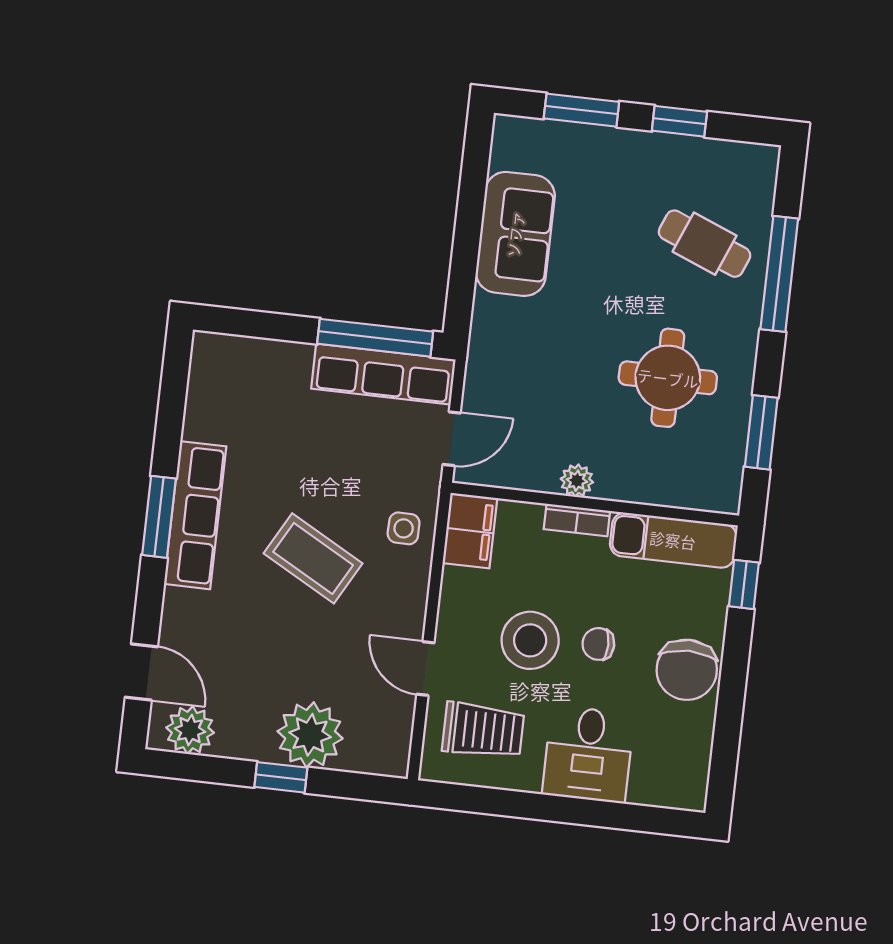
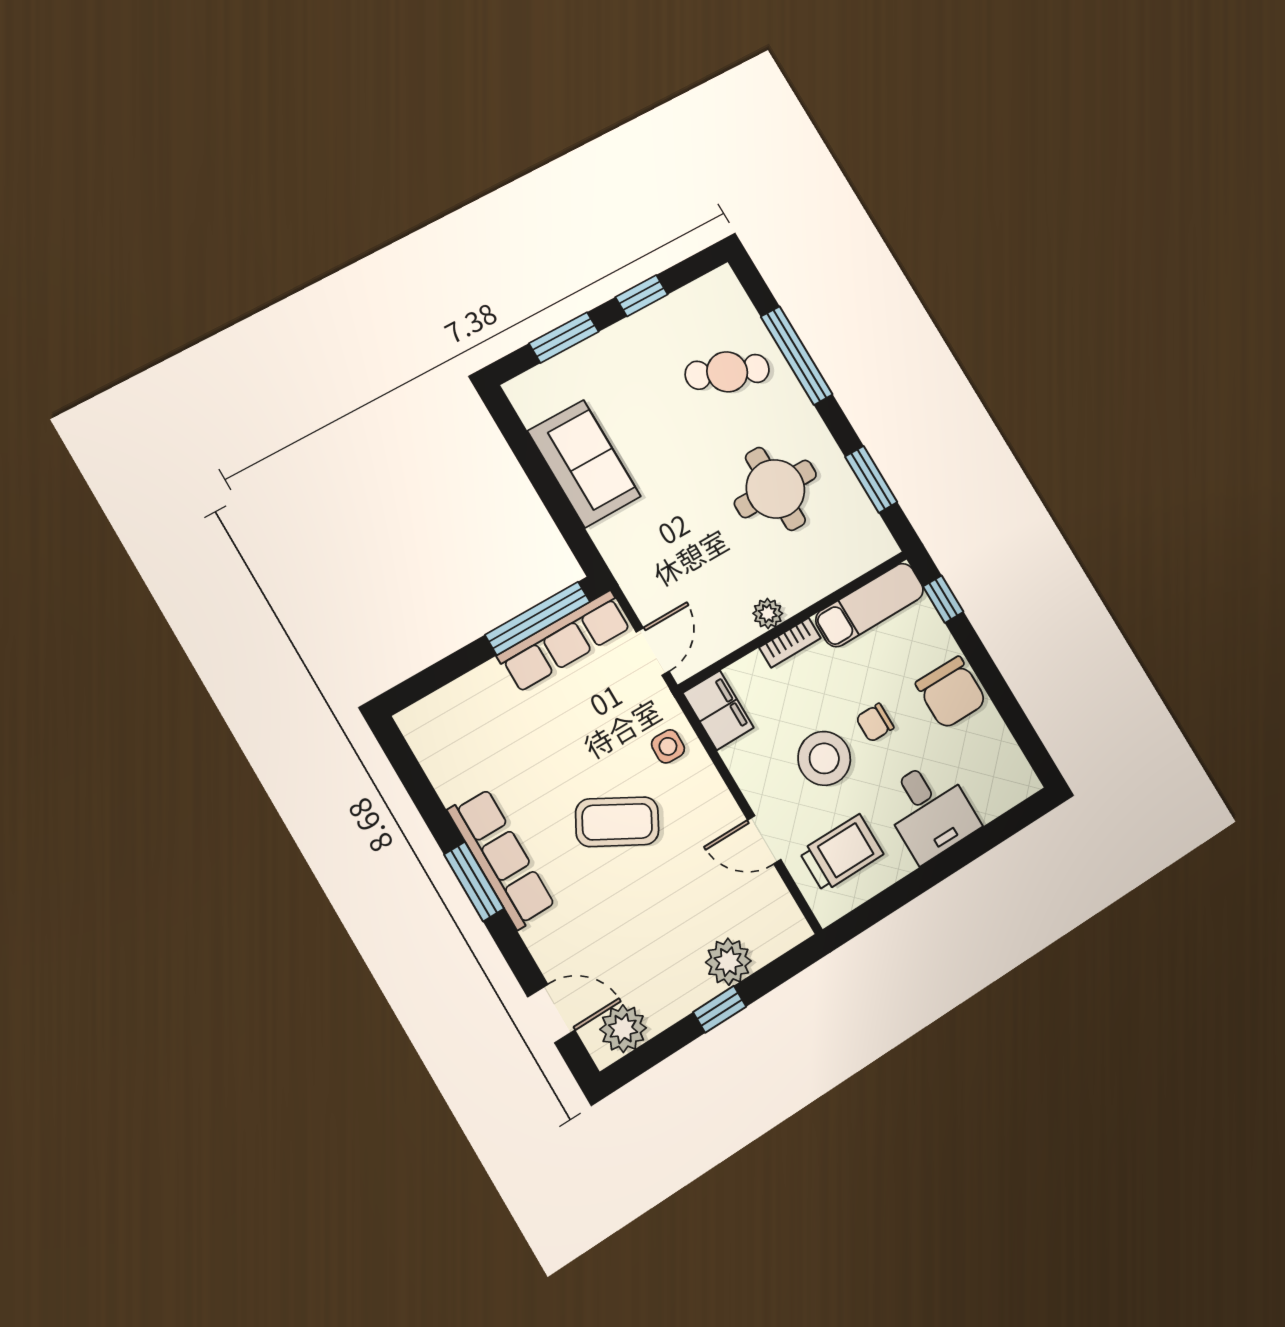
plant: (310, 735) -> (728, 962), width x0.73, depth x0.73

